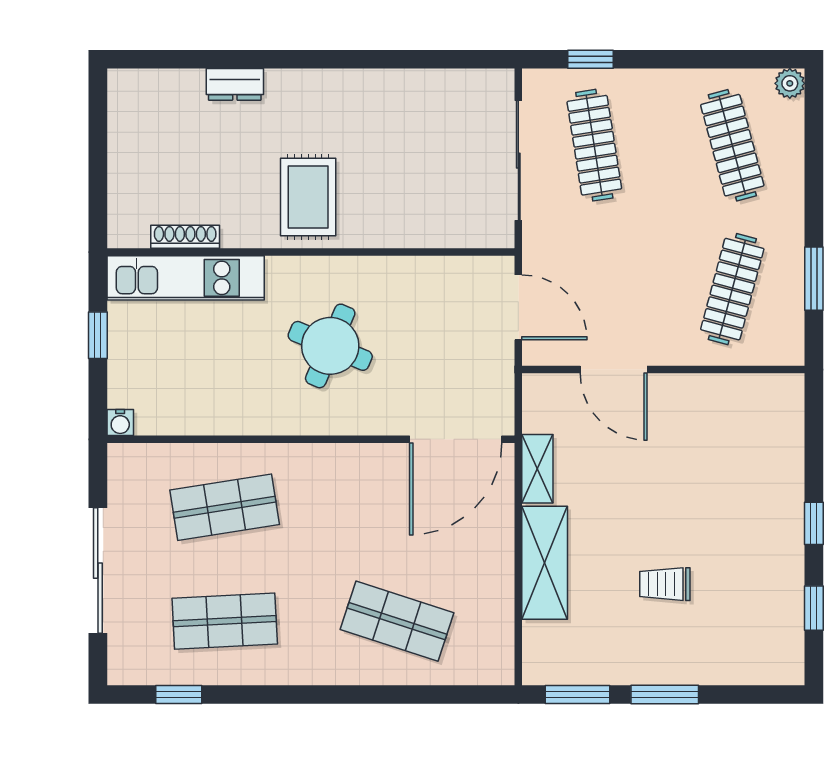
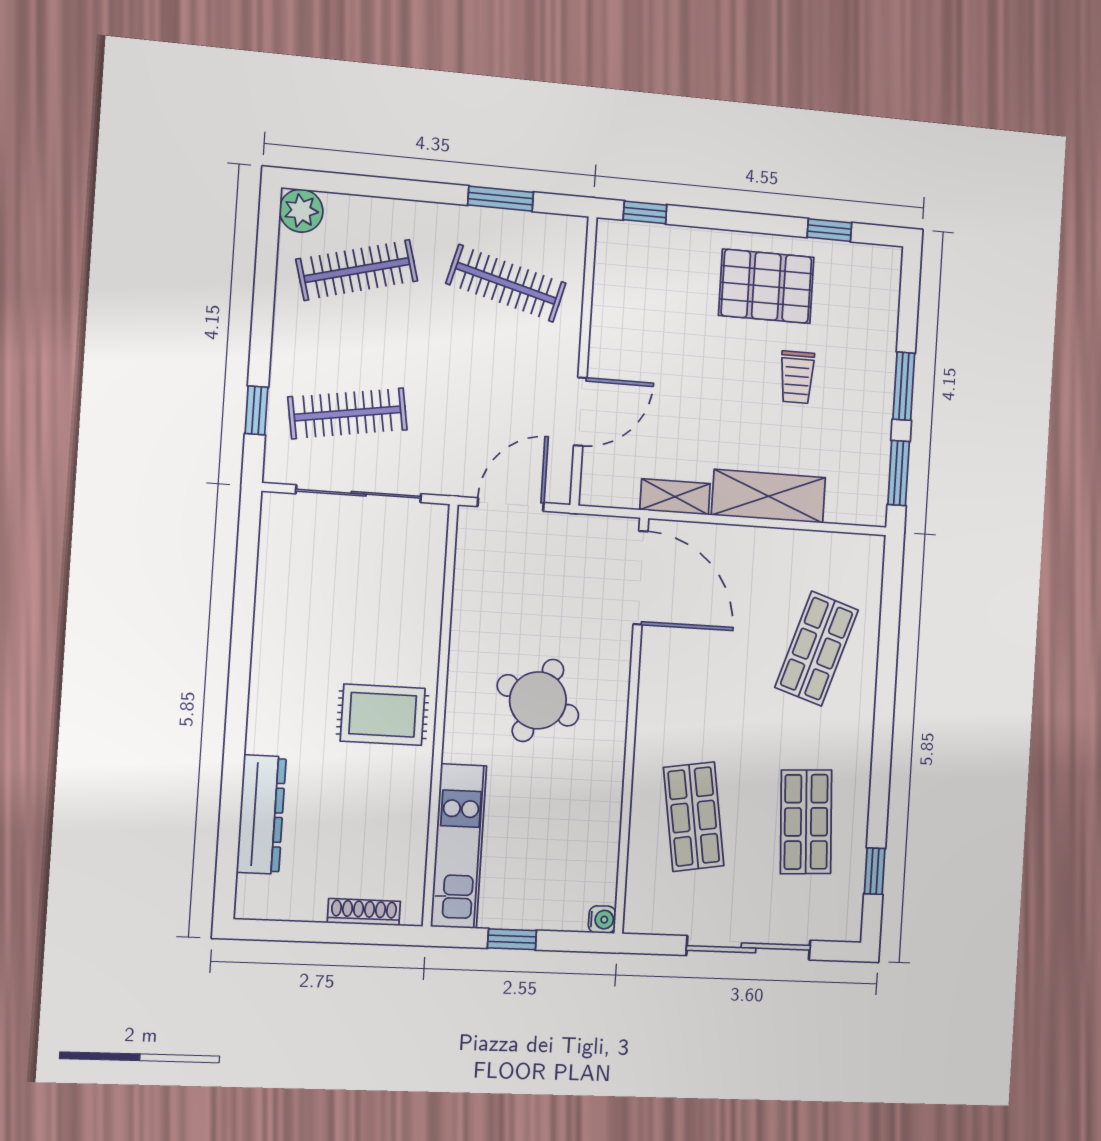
plant: (790, 83) -> (301, 211), width x1.38, depth x1.38
dresser: (235, 84) -> (261, 814), width x1.96, depth x1.24
shoe rack: (185, 237) -> (364, 912), moved, turned 90
window: (814, 523) -> (645, 212), moved
pallet: (752, 547) -> (766, 286), added

